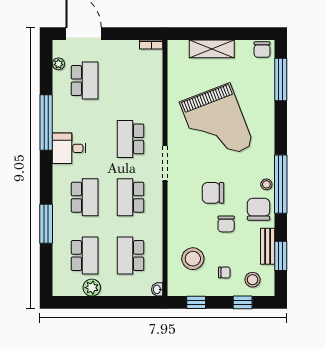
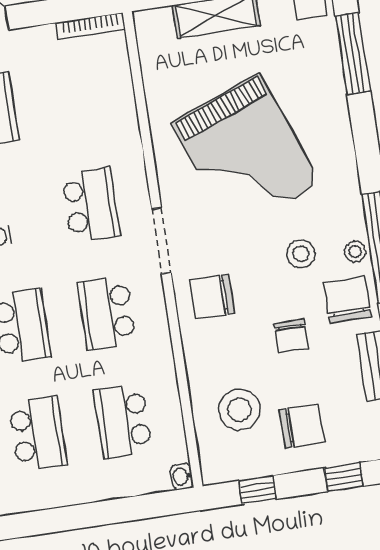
bookcase: (151, 45) -> (91, 26), width x1.56
school desk: (131, 139) -> (91, 205), turned 180
chair: (213, 193) -> (212, 297), moved
chair: (224, 272) -> (302, 426), width x1.87, depth x1.87
stool: (253, 280) -> (301, 254), moved
plant: (92, 288) -> (60, 491), removed

